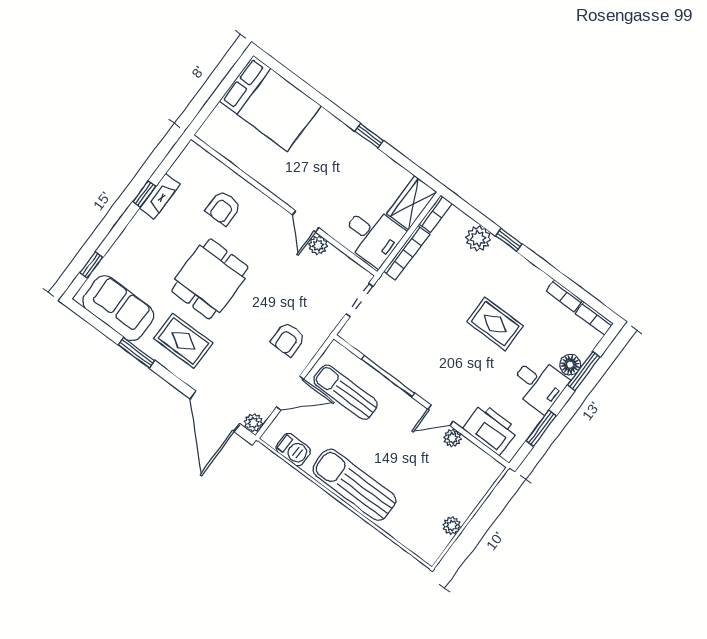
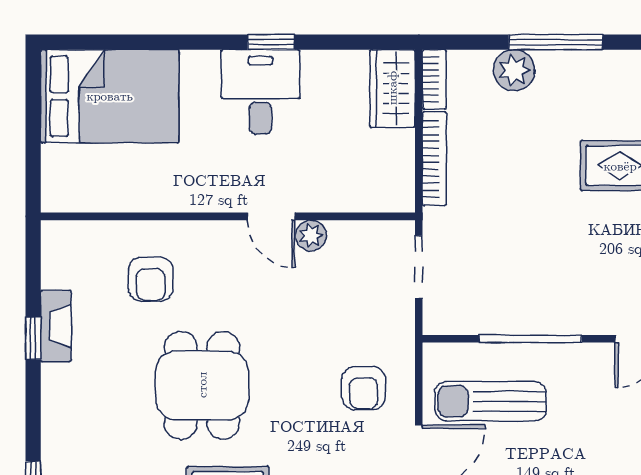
desk: (372, 235) -> (260, 92), moved, turned -90
window: (509, 240) -> (556, 42), width x2.17

